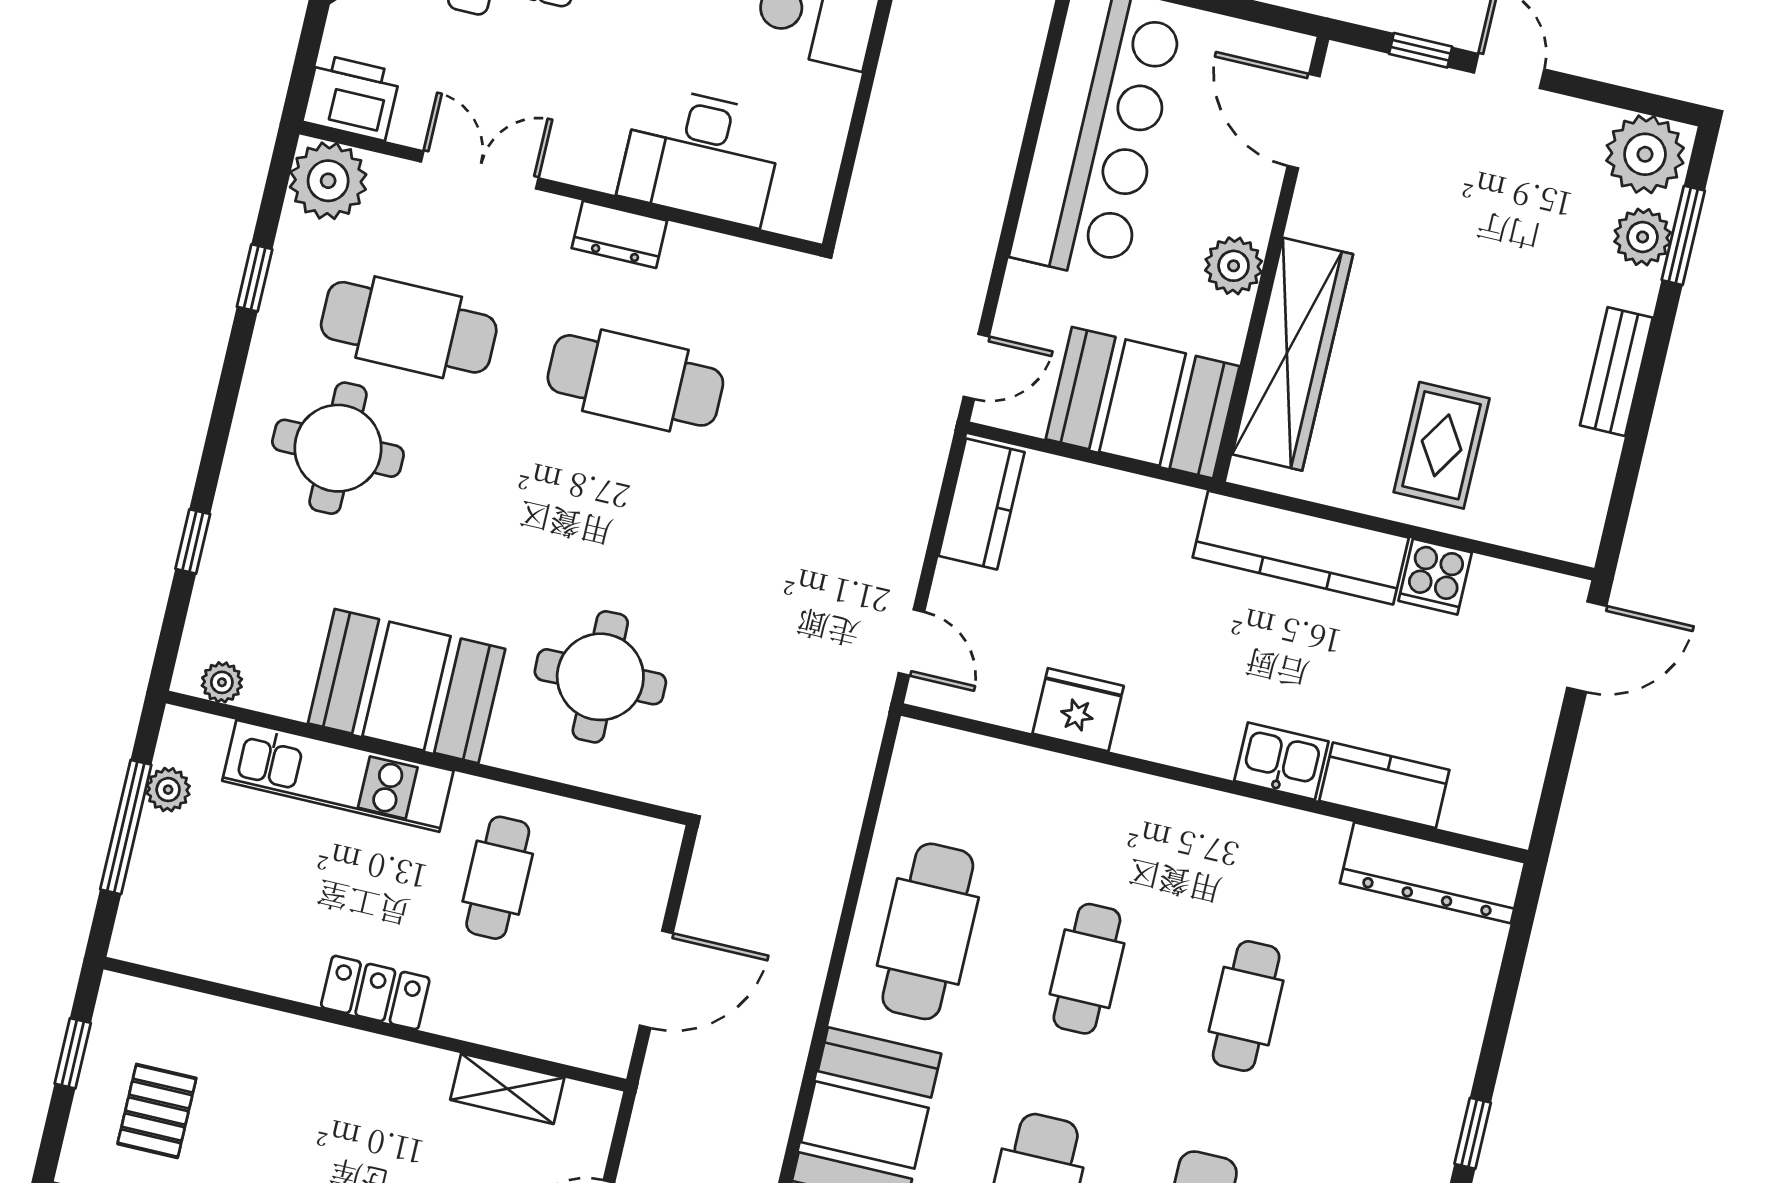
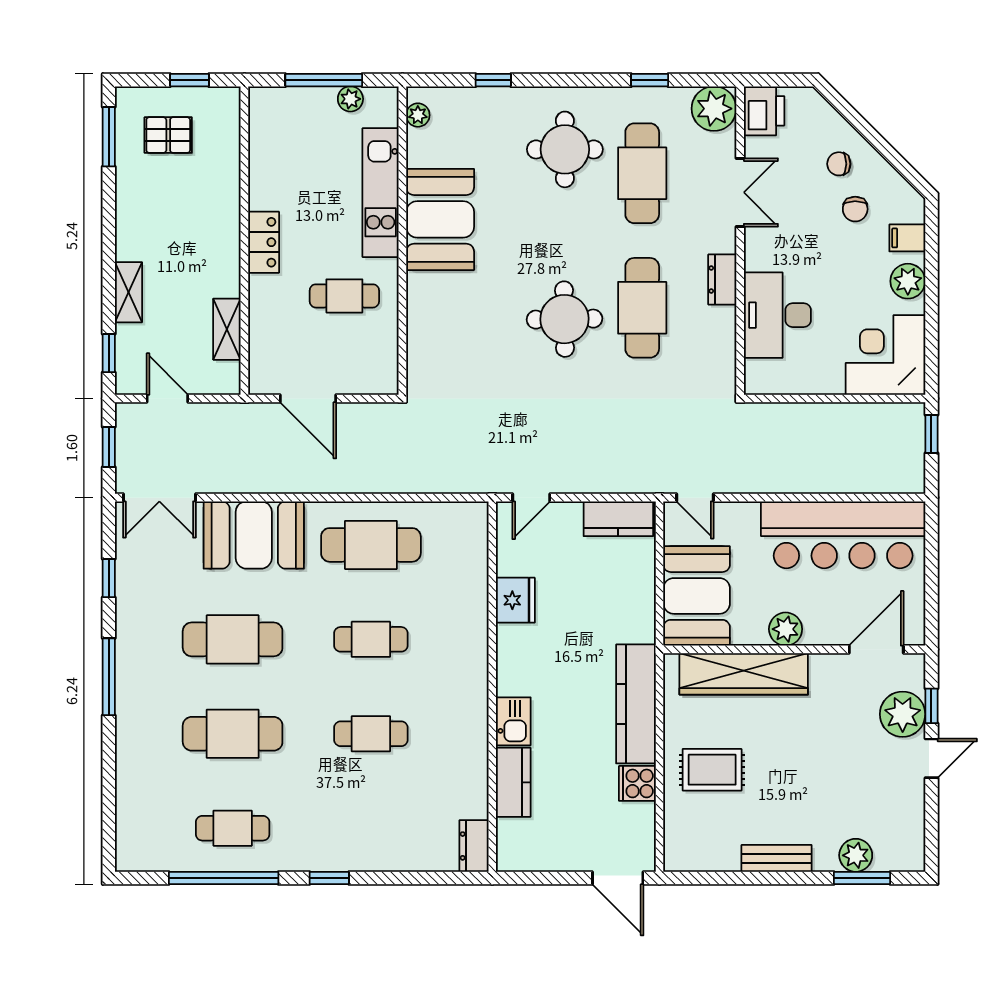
plant: (1645, 154) -> (903, 714), moved
round table: (600, 677) -> (564, 319), moved
dresser: (1432, 873) -> (474, 846), width x0.51, depth x0.80

